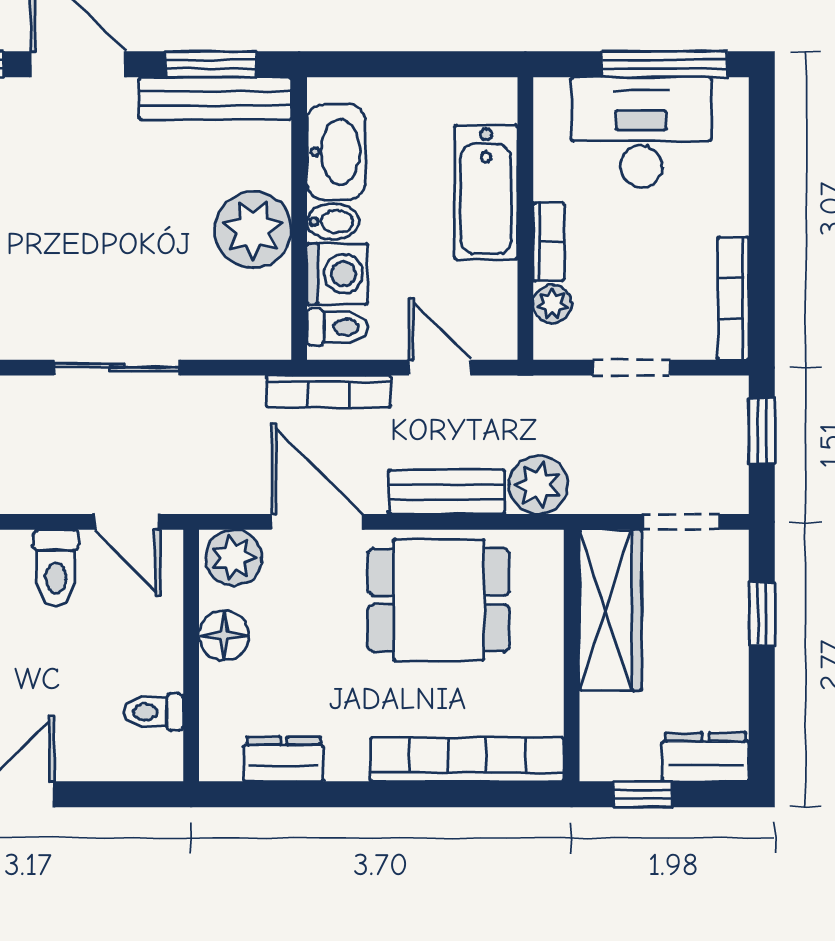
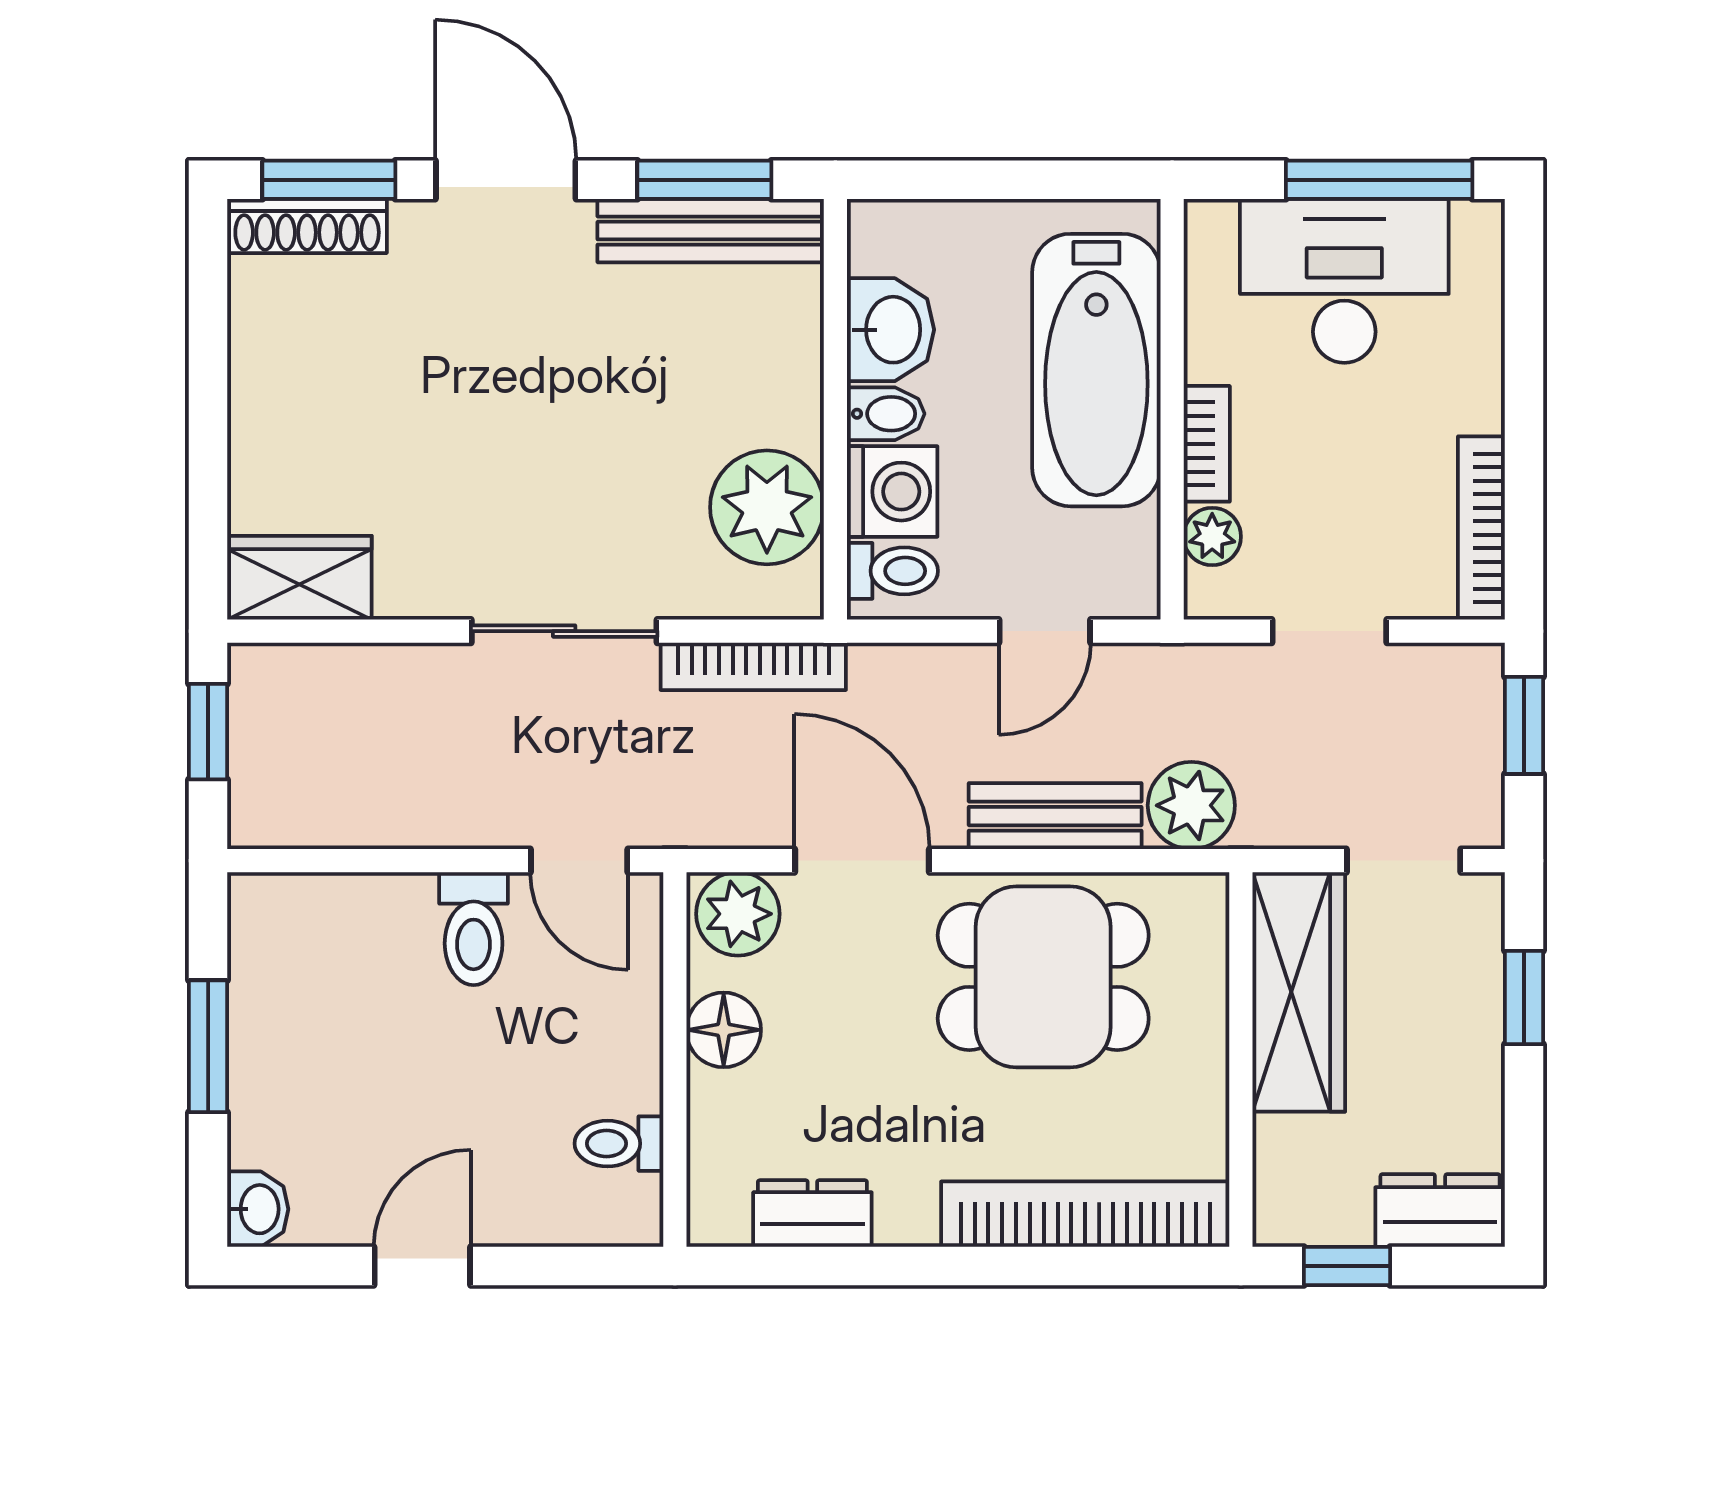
washbasin: (336, 152) -> (891, 330), width x0.72
bathtub: (486, 192) -> (1096, 370), width x1.36, depth x1.36
plant: (253, 230) -> (767, 507), moved
door: (440, 368) -> (1045, 631), swing flipped
bookcase: (328, 391) -> (753, 666), moved

